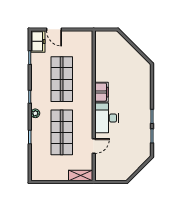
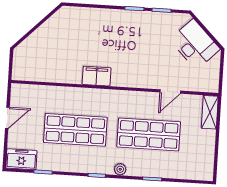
door: (54, 29) -> (7, 118), moved
desk: (107, 118) -> (195, 44), moved, turned -135
door: (94, 146) -> (170, 92), swing flipped

